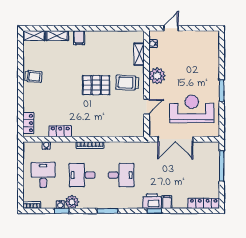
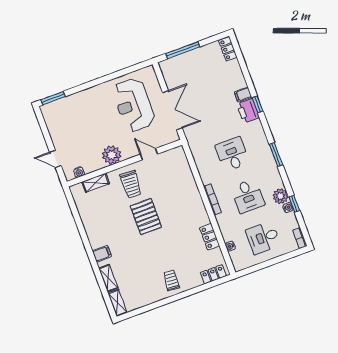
trolley: (33, 76) -> (171, 280), moved
window: (222, 90) -> (53, 98), moved
locker: (204, 203) -> (228, 49), width x0.66

